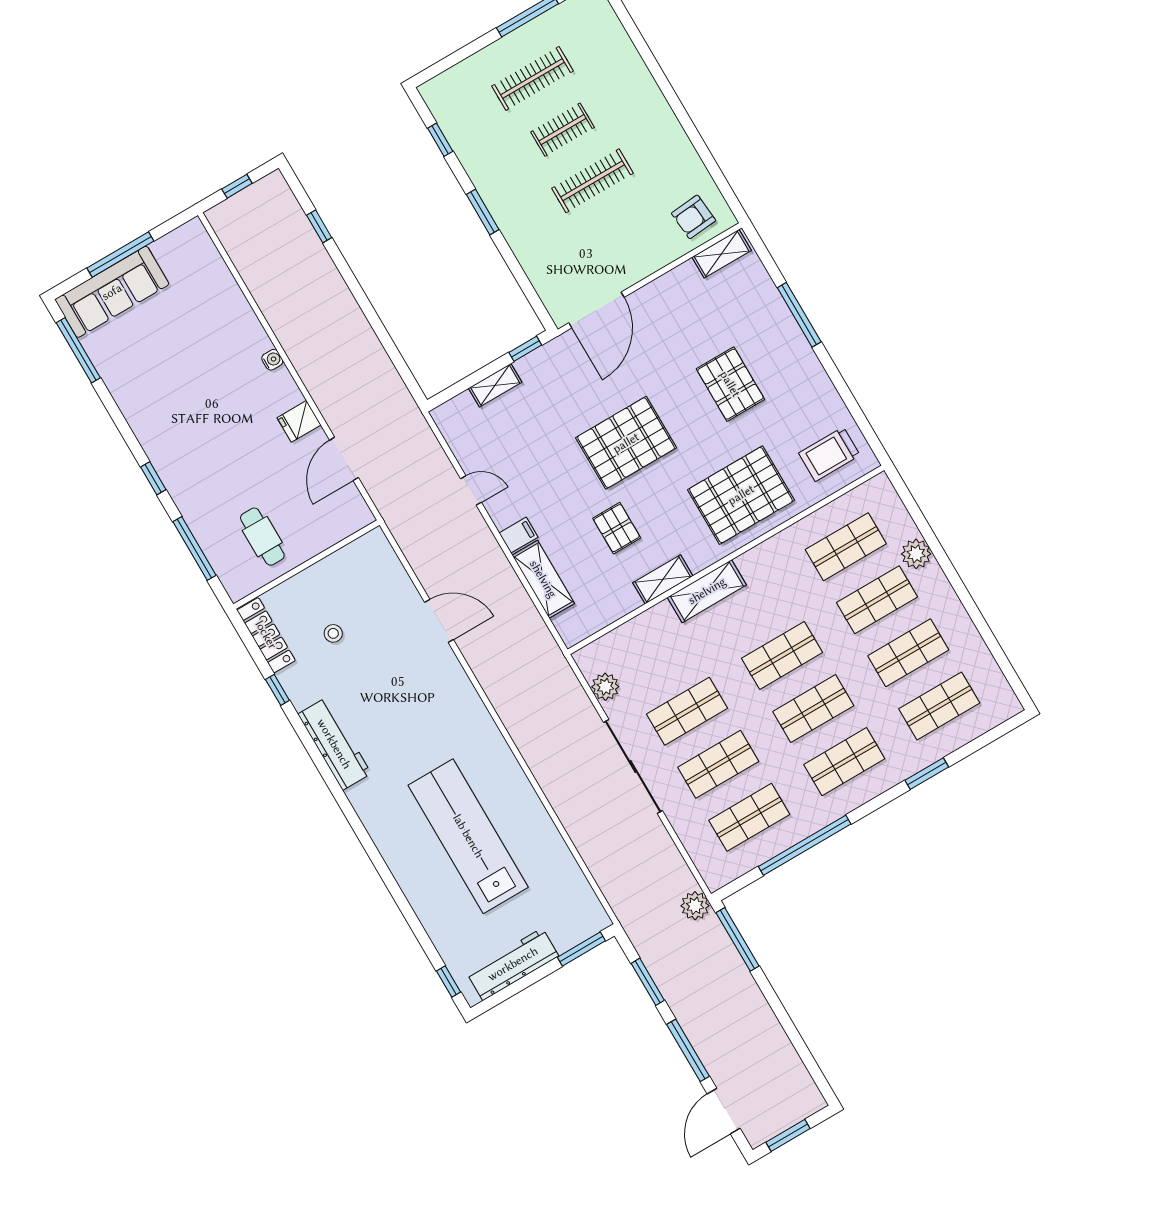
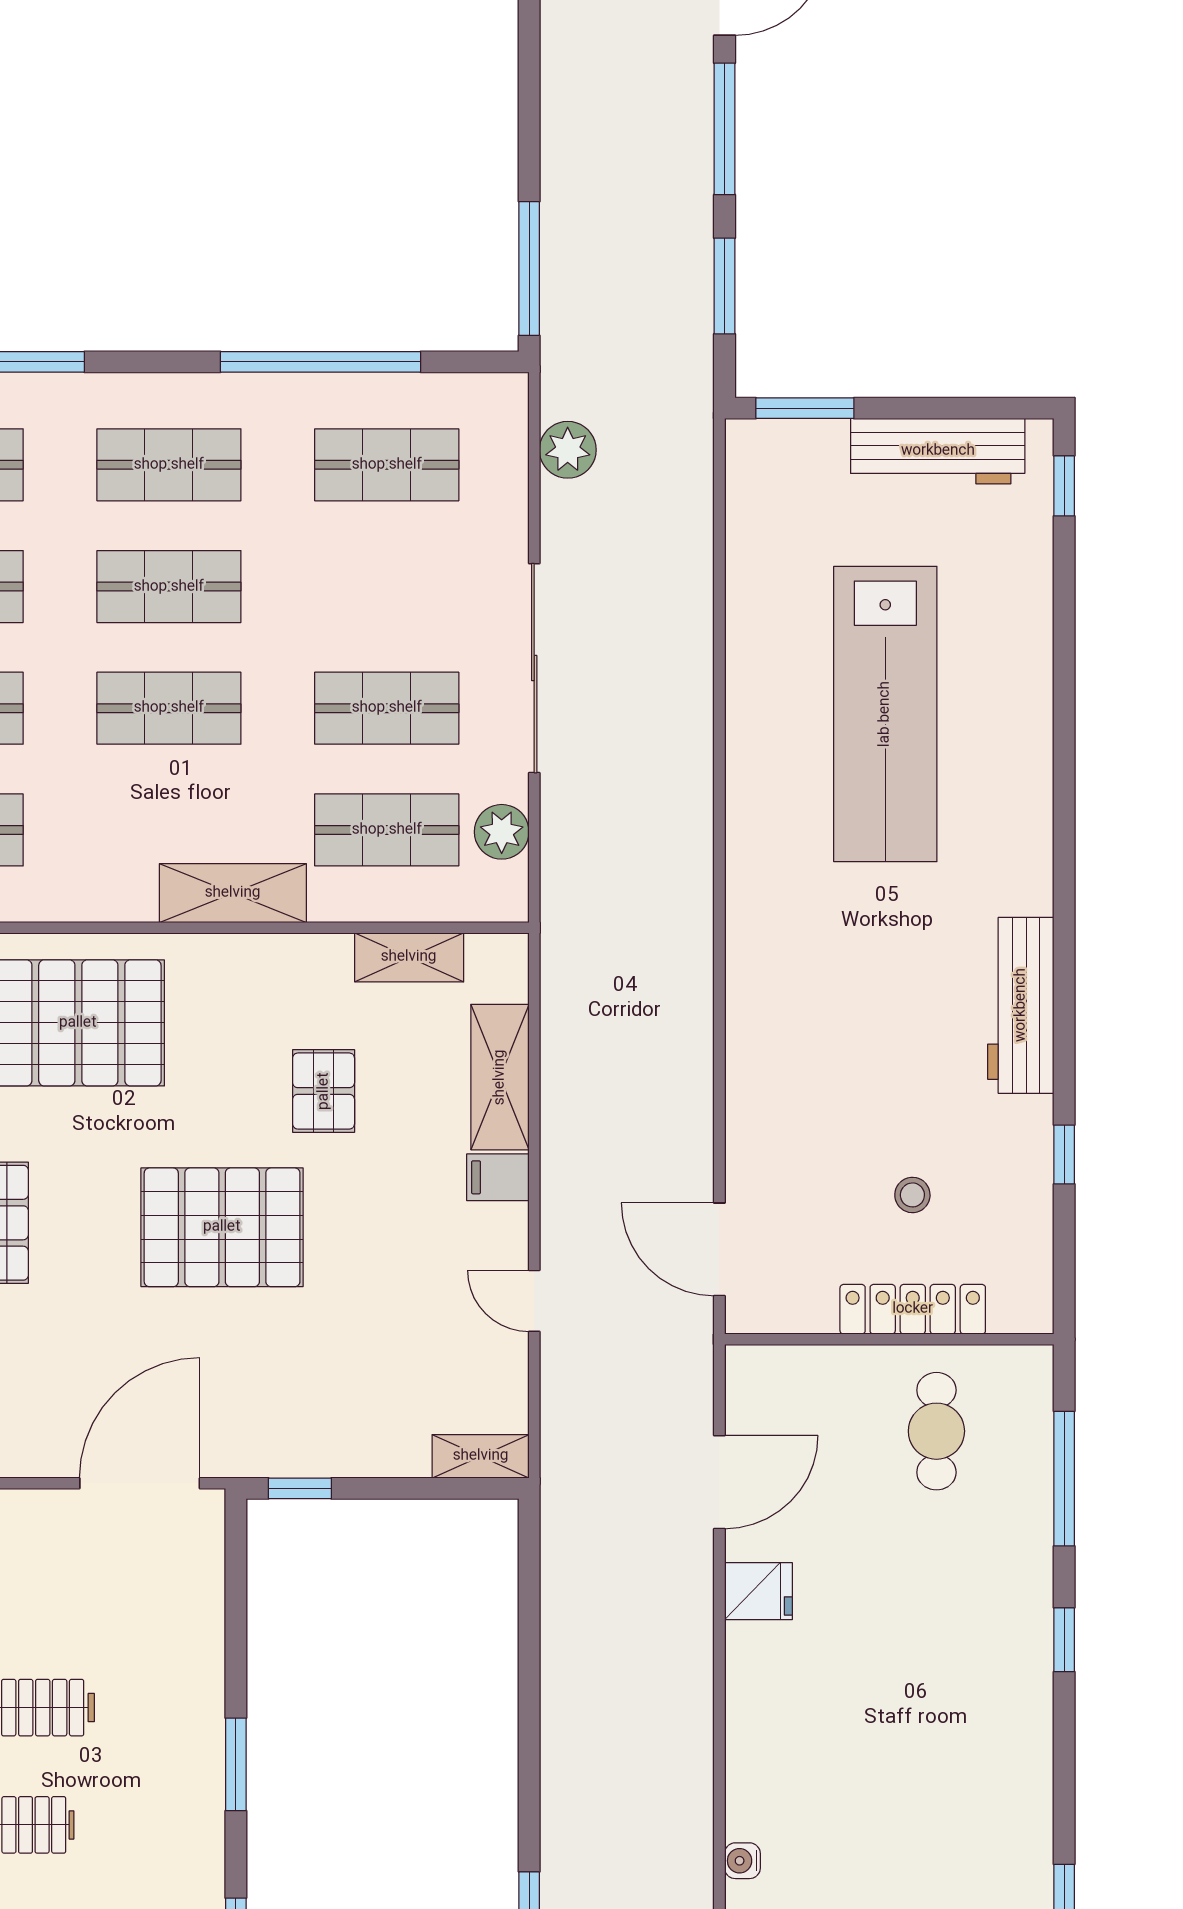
water cooler: (272, 360) -> (742, 1861), moved
shelving: (495, 385) -> (481, 1456), moved
shelving: (663, 579) -> (409, 957), moved
door: (439, 621) -> (719, 1249), moved
locker: (266, 635) -> (913, 1309), moved, turned 90
shop shelf: (718, 764) -> (387, 830), moved
plant: (695, 906) -> (568, 450), moved

